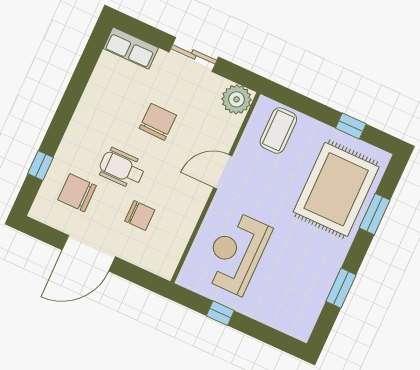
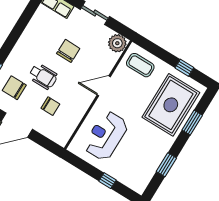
coffee table: (278, 131) -> (140, 65), turned 90
wheelchair: (122, 168) -> (43, 76), turned 180
window: (220, 313) -> (107, 181), moved

